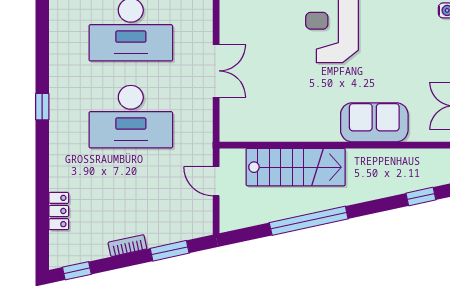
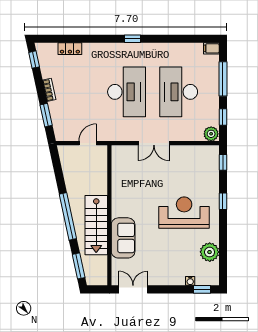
desk: (131, 117) -> (126, 92), turned 180
stairs: (296, 167) -> (96, 225), moved
window: (421, 197) -> (79, 266), width x1.50
window: (309, 221) -> (68, 216), moved

